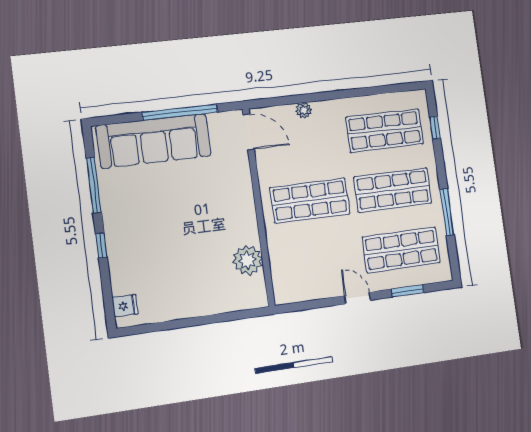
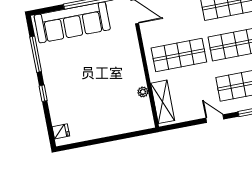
plant: (248, 260) -> (143, 92), width x0.53, depth x0.53
shelving: (282, 269) -> (163, 102), added

